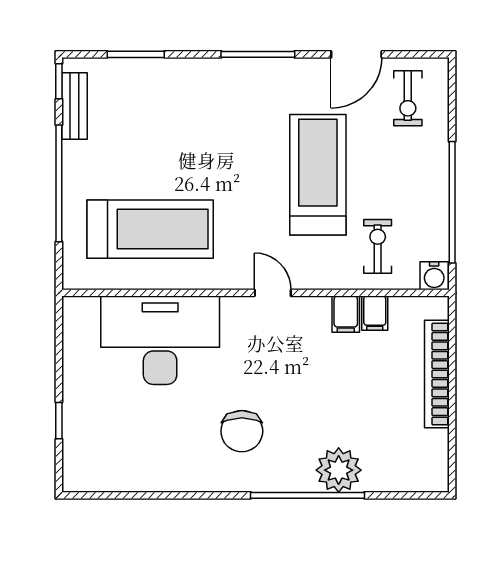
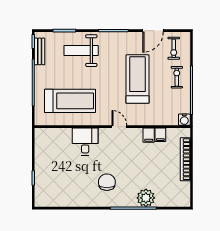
weight bench: (178, 104) -> (81, 51), added
exercise bike: (378, 246) -> (177, 77), moved
desk: (160, 340) -> (85, 141), width x0.53, depth x0.77
chair: (242, 431) -> (107, 182), turned 180

